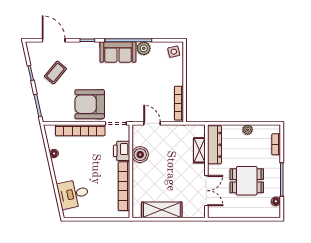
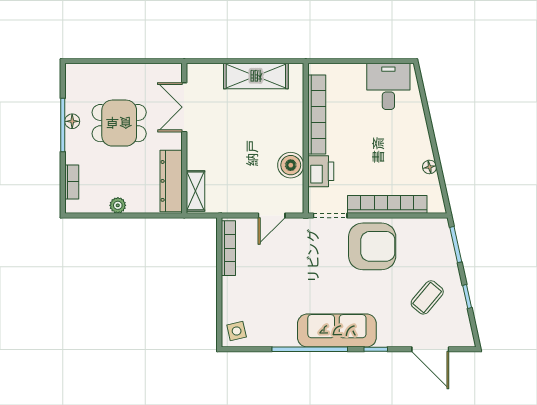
plant: (144, 48) -> (285, 336), removed
sofa: (118, 52) -> (337, 331), width x1.36
door: (152, 123) -> (272, 215), hinge flipped
shelving: (199, 150) -> (195, 191), moved
desk: (73, 194) -> (388, 86), moved, turned -78
floor lamp: (276, 201) -> (72, 121), moved

